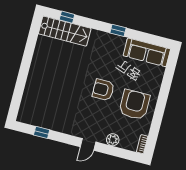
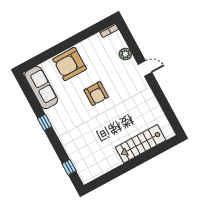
stairs: (65, 31) -> (141, 144), moved, turned -90
armchair: (134, 105) -> (70, 64), moved
window: (42, 132) -> (167, 109), removed

